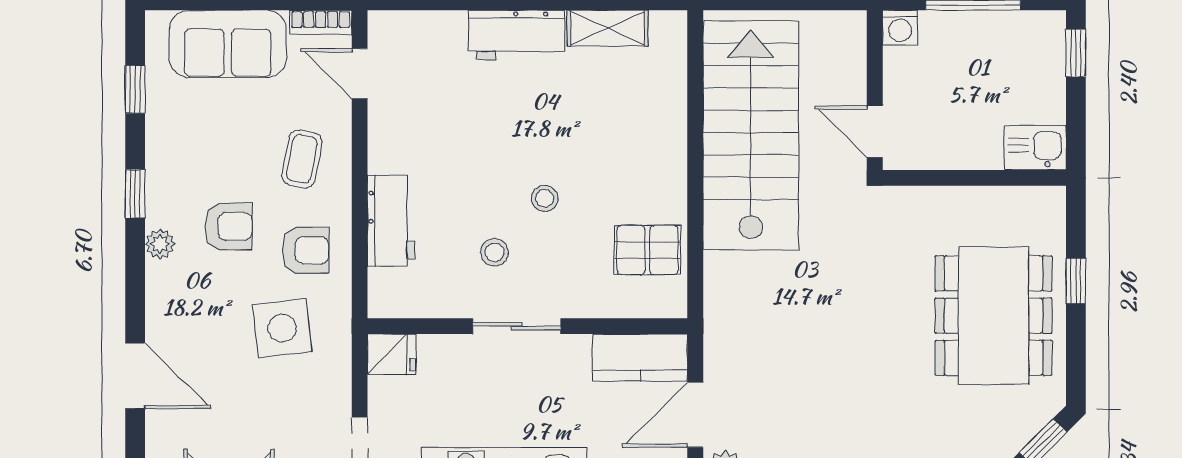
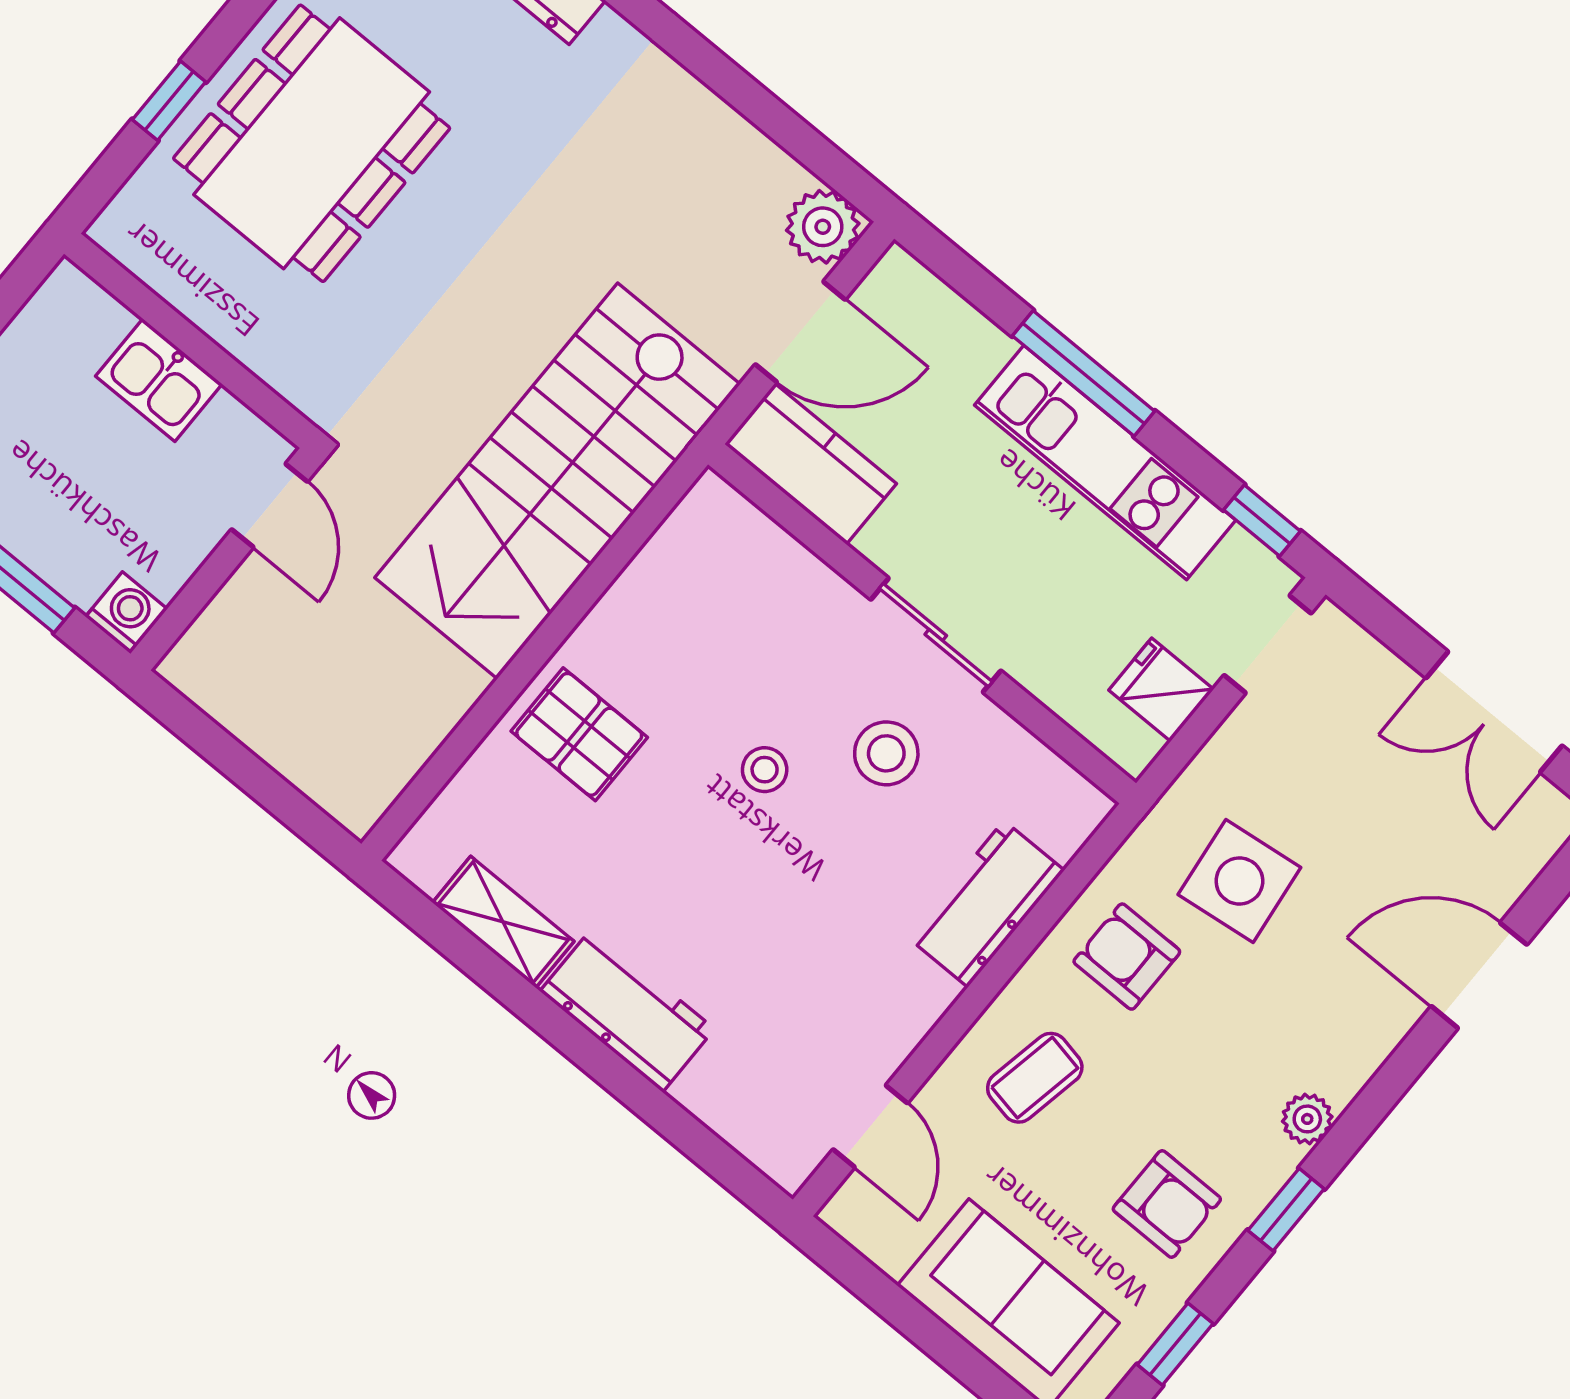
bookcase: (321, 22) -> (866, 1233), removed
stairs: (751, 135) -> (557, 481), moved
kitchen sink: (1035, 148) -> (159, 380), moved
armchair: (229, 226) -> (1167, 1204), moved, turned 180
pallet: (647, 250) -> (579, 734), moved
stool: (494, 252) -> (886, 753), width x1.37, depth x1.37
fridge: (392, 354) -> (1161, 690), moved
door: (135, 376) -> (1479, 975), hinge flipped

